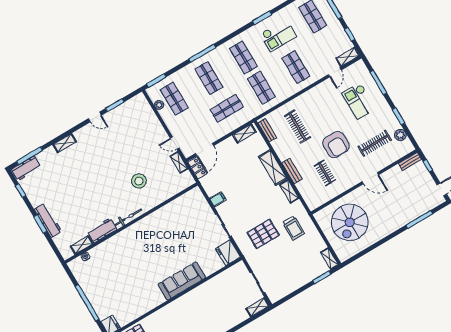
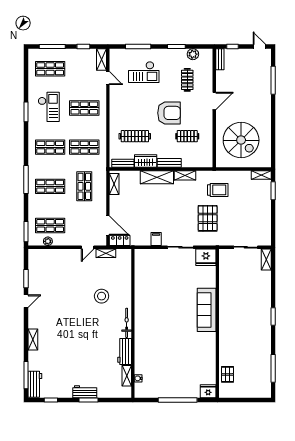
clothes rail: (375, 143) -> (187, 80), width x0.73
wardrobe: (281, 149) -> (146, 161), added
workbench: (48, 220) -> (85, 392), width x0.73

